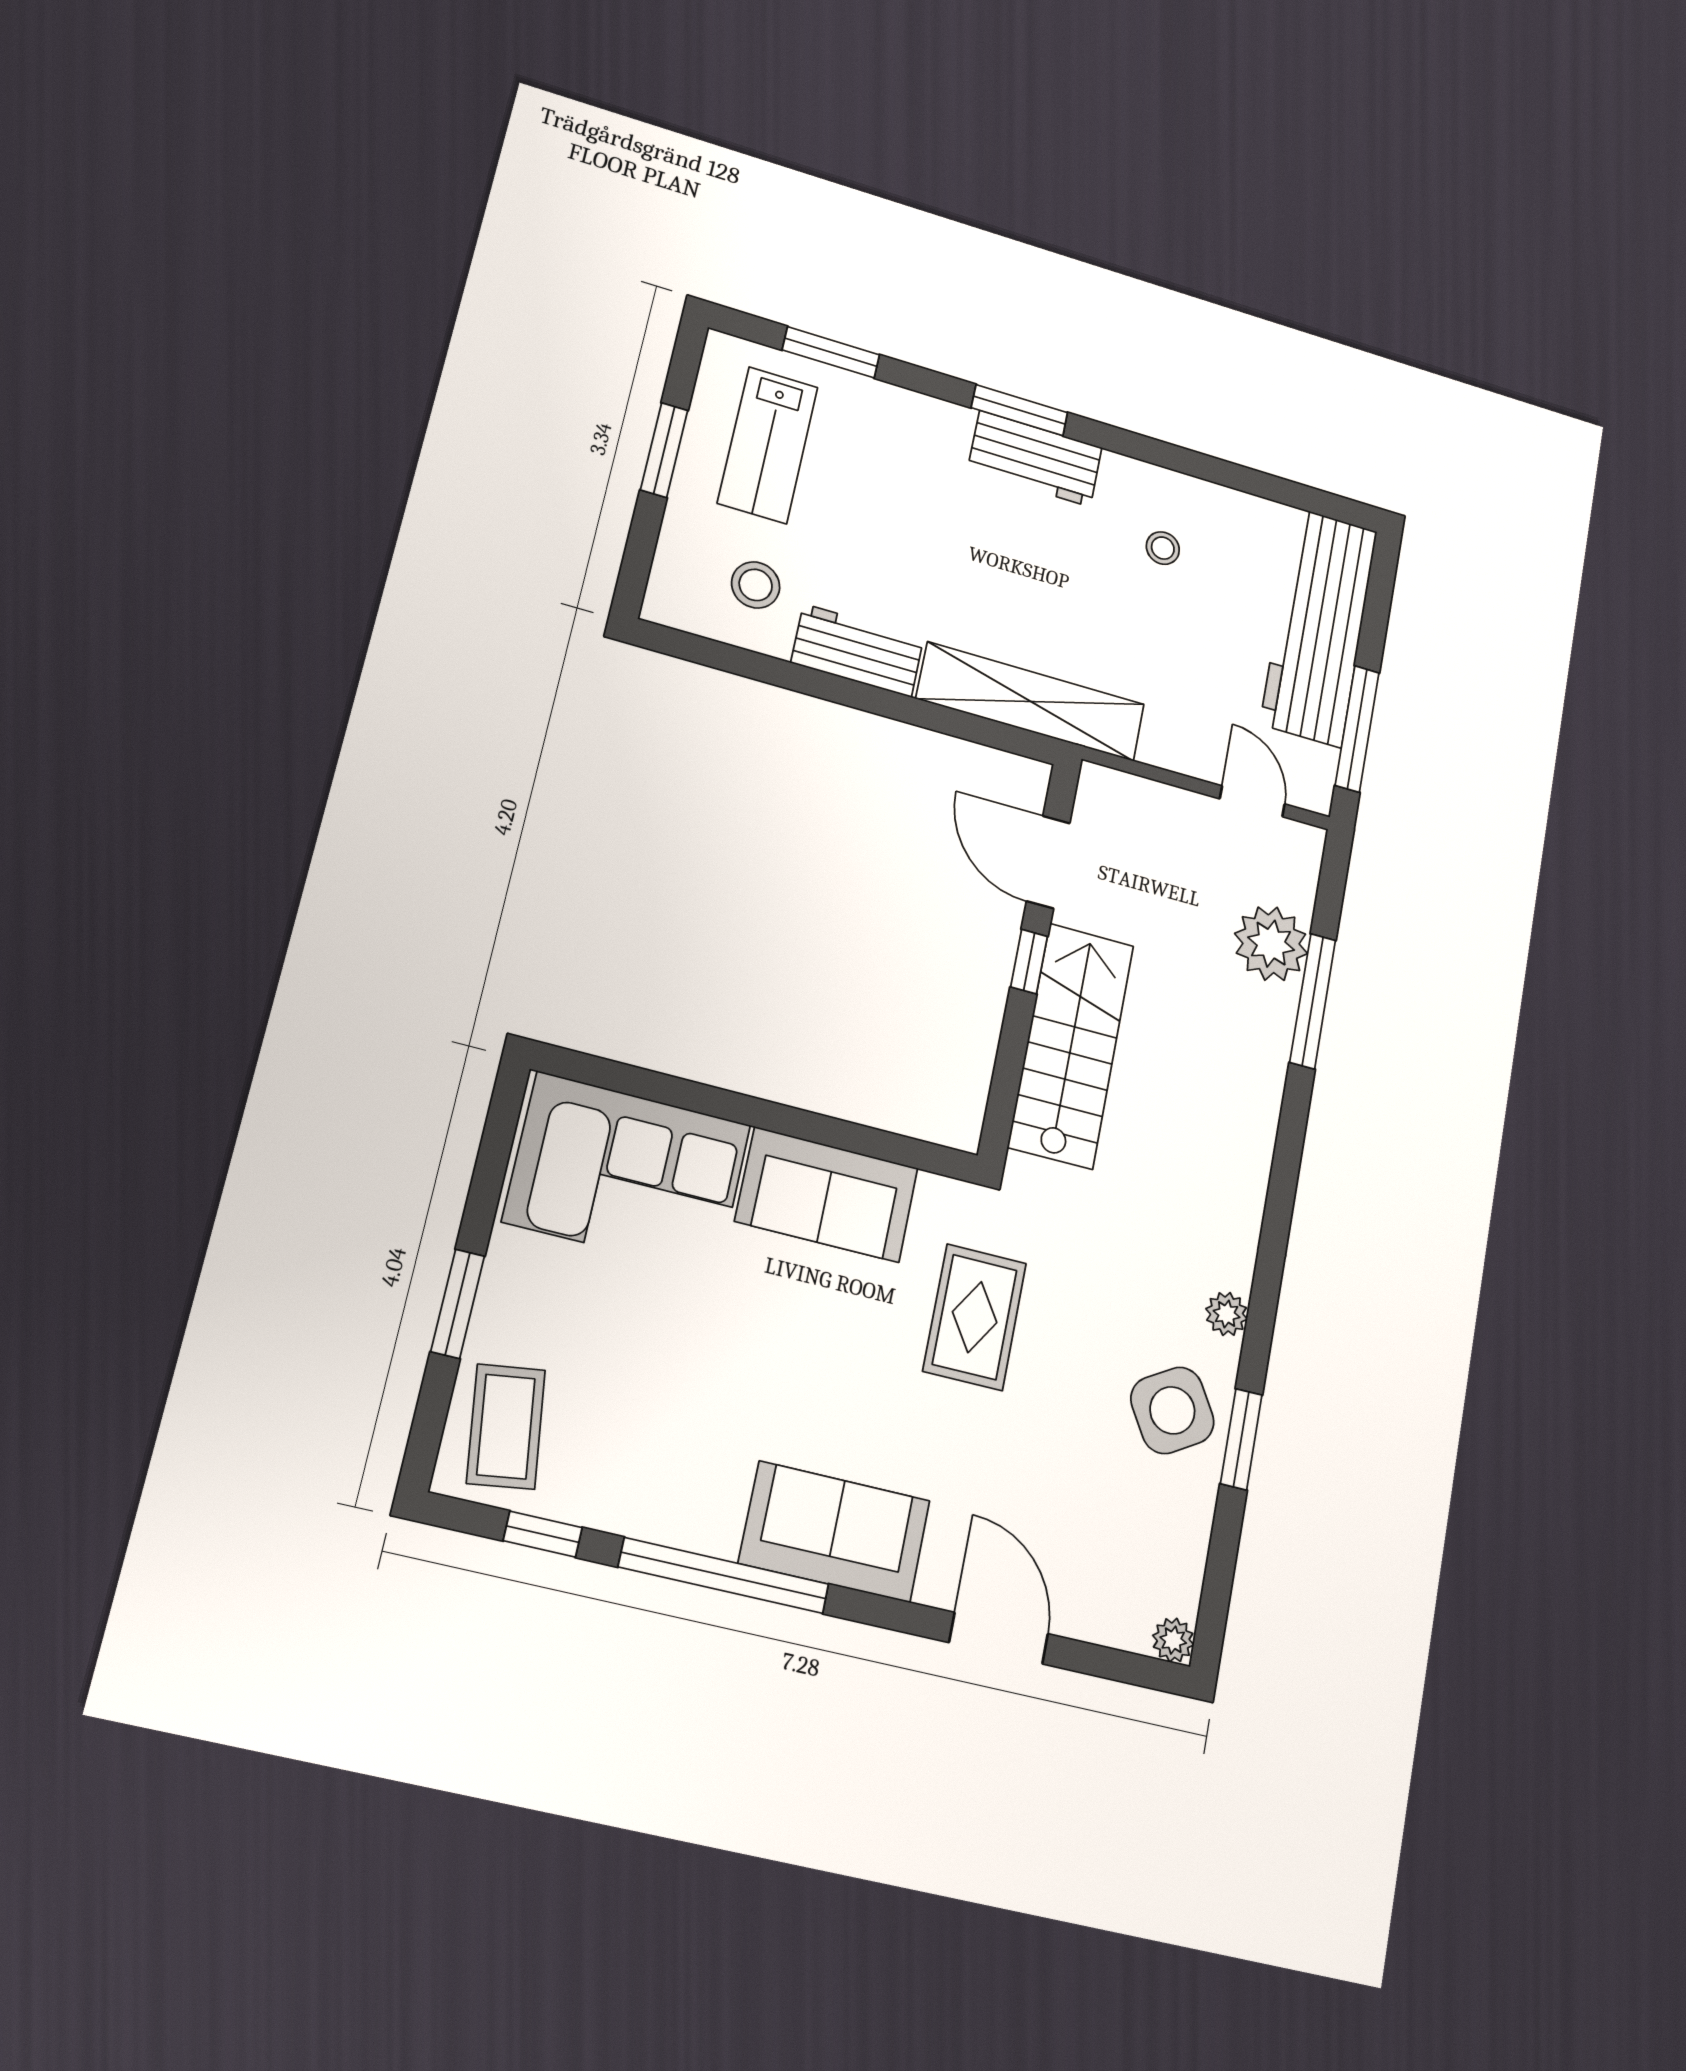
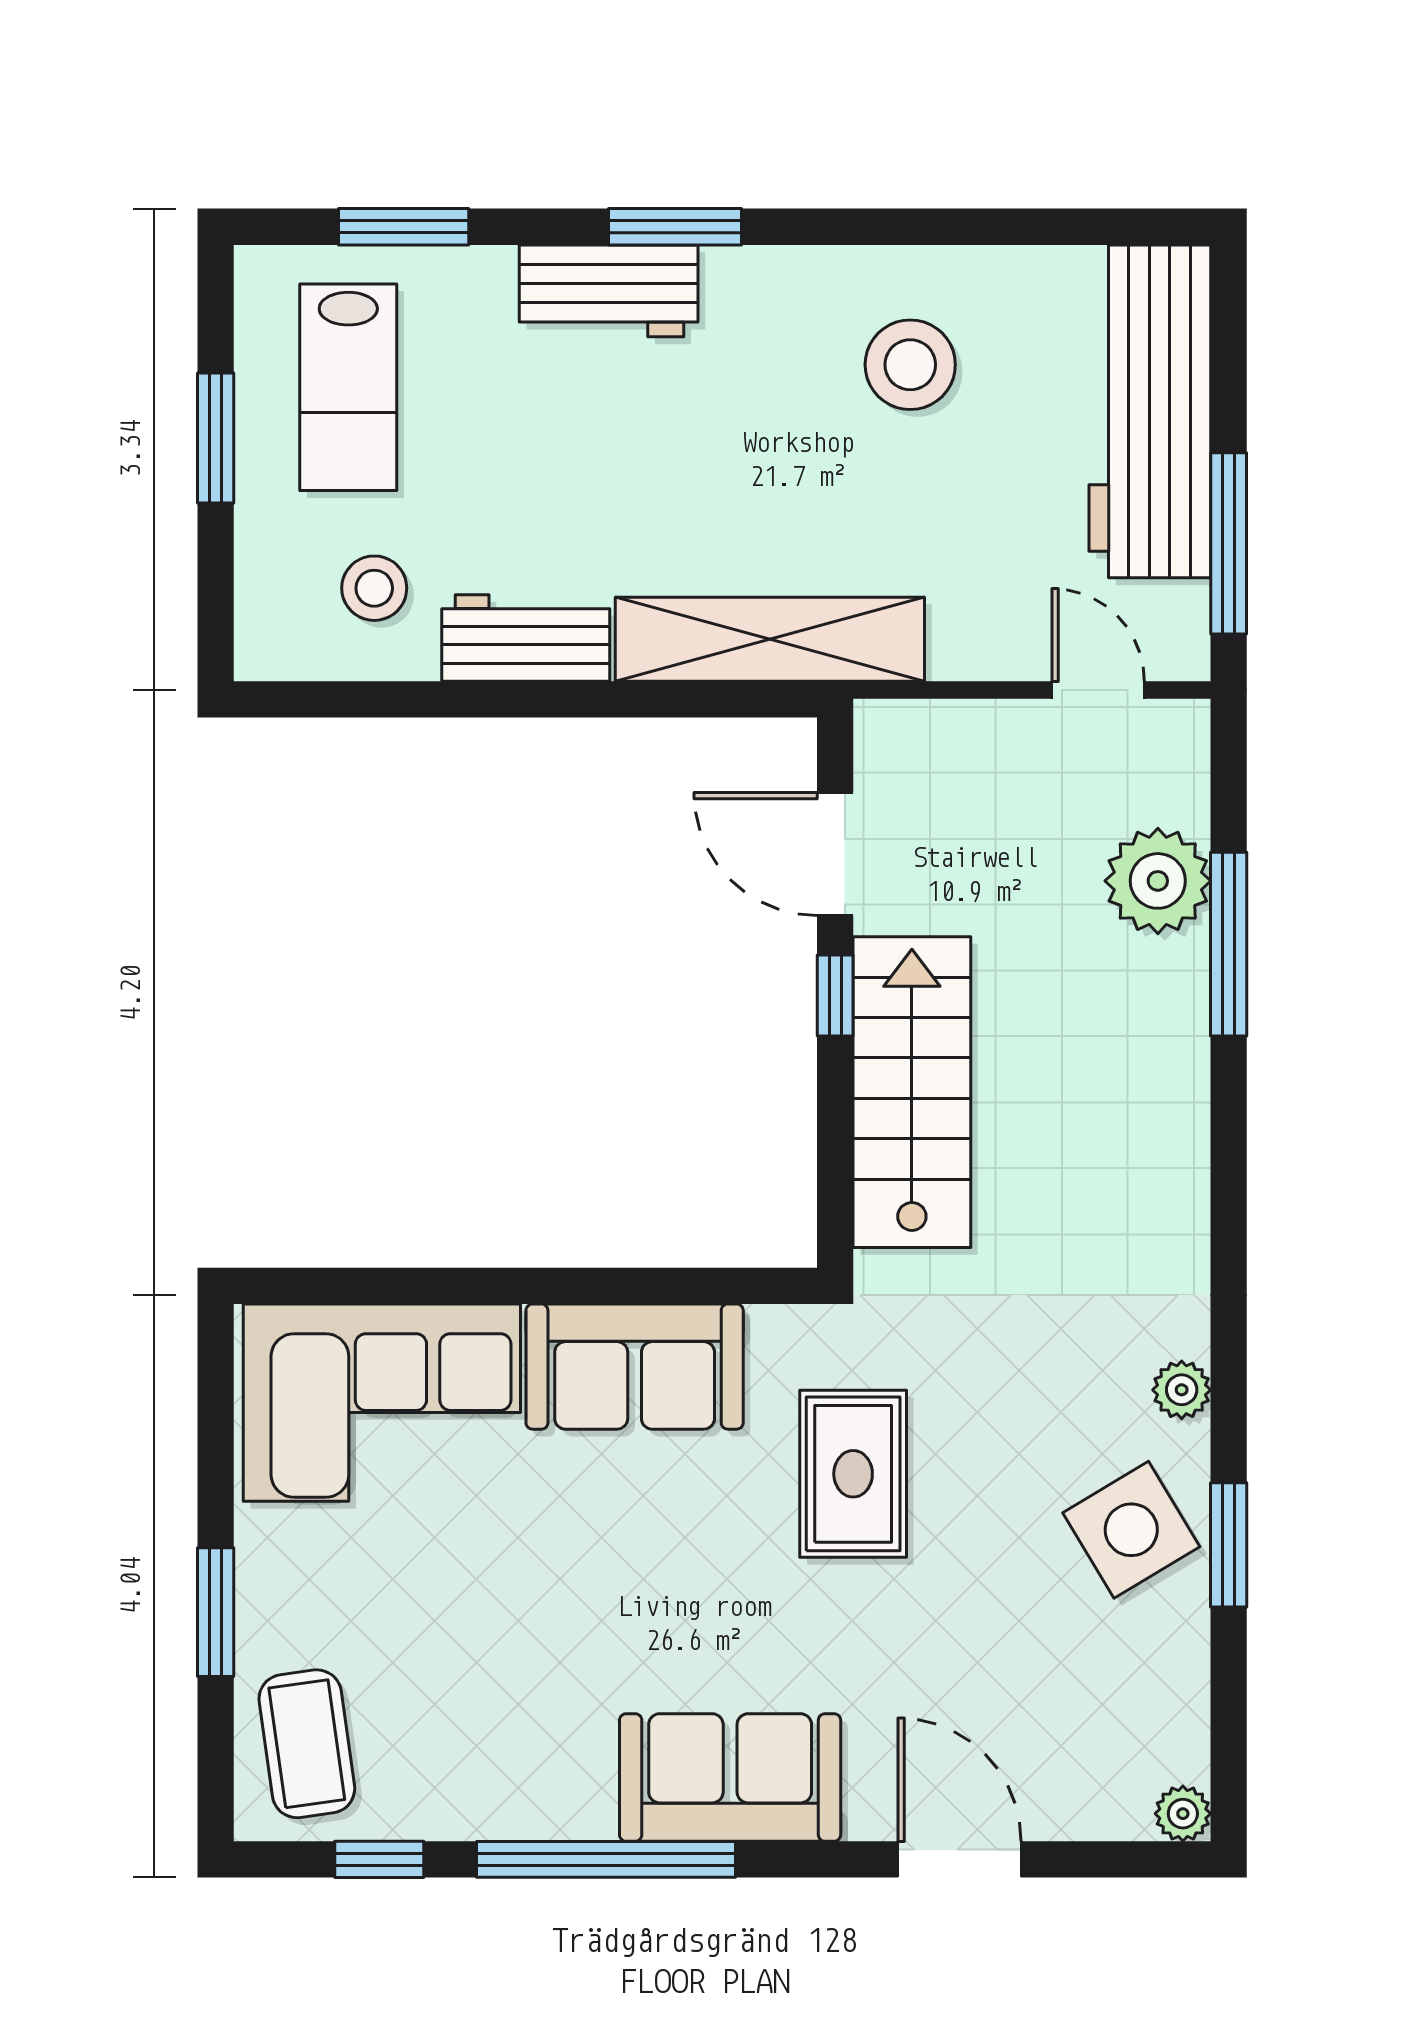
workbench: (1035, 459) -> (609, 291), moved
stool: (1163, 548) -> (910, 365), width x1.89, depth x1.89

